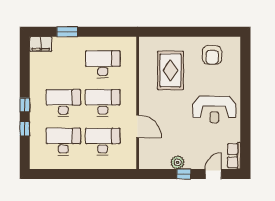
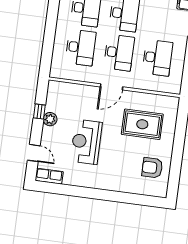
reception desk: (214, 110) -> (86, 142), moved
door: (138, 126) -> (111, 87), moved
window: (184, 174) -> (39, 111), moved

